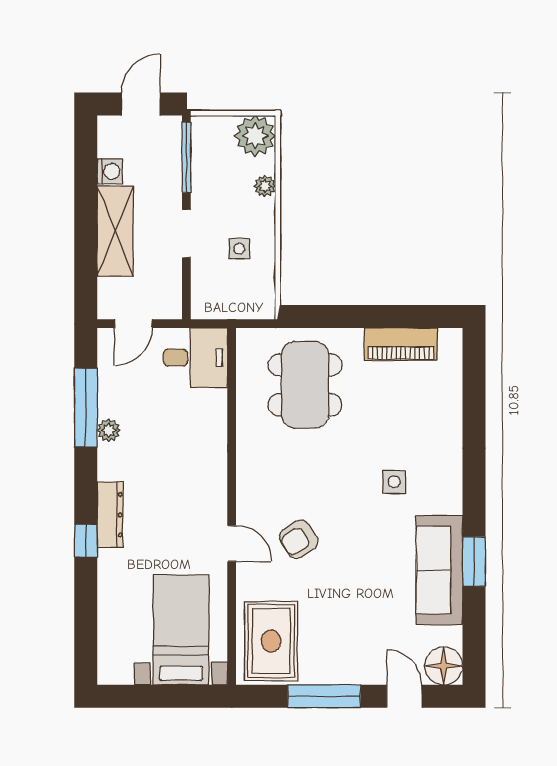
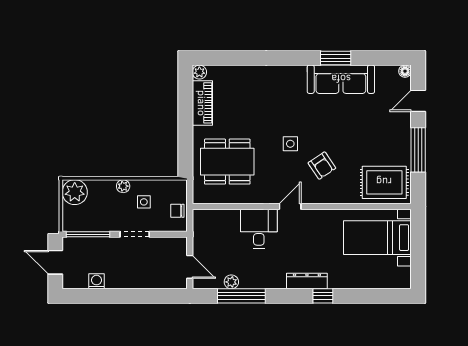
plant: (265, 186) -> (123, 186), moved
shelving: (115, 231) -> (133, 278), removed
chair: (225, 303) -> (177, 211), added
plant: (451, 339) -> (199, 72), added
desk: (195, 358) -> (259, 229), moved
plant: (109, 430) -> (231, 282), moved
side table: (394, 482) -> (290, 144), moved
door: (232, 544) -> (290, 207), moved
floor lamp: (444, 666) -> (405, 71), width x0.53, depth x0.53

